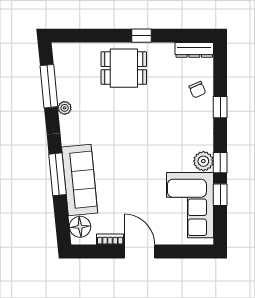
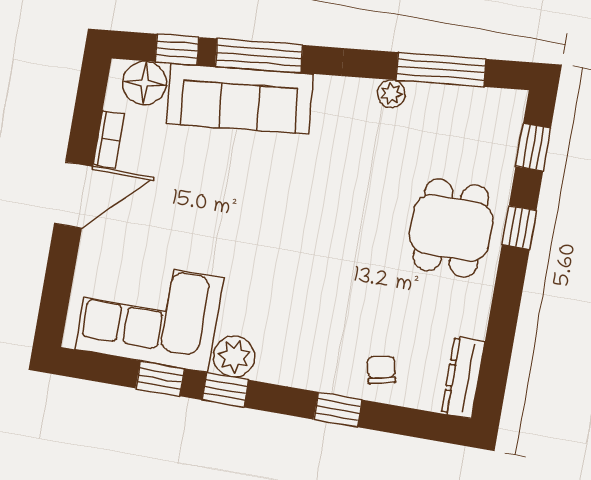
window: (78, 36) -> (533, 147), added
window: (141, 36) -> (519, 227), moved
chair: (197, 90) -> (381, 370), turned 100
window: (61, 214) -> (177, 49), added

